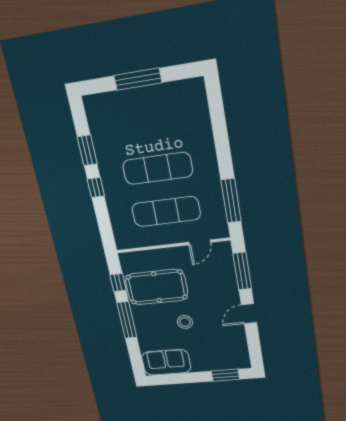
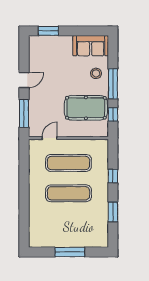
window: (96, 187) -> (113, 176), moved
window: (231, 201) -> (24, 165), removed
stool: (185, 322) -> (96, 73), moved

